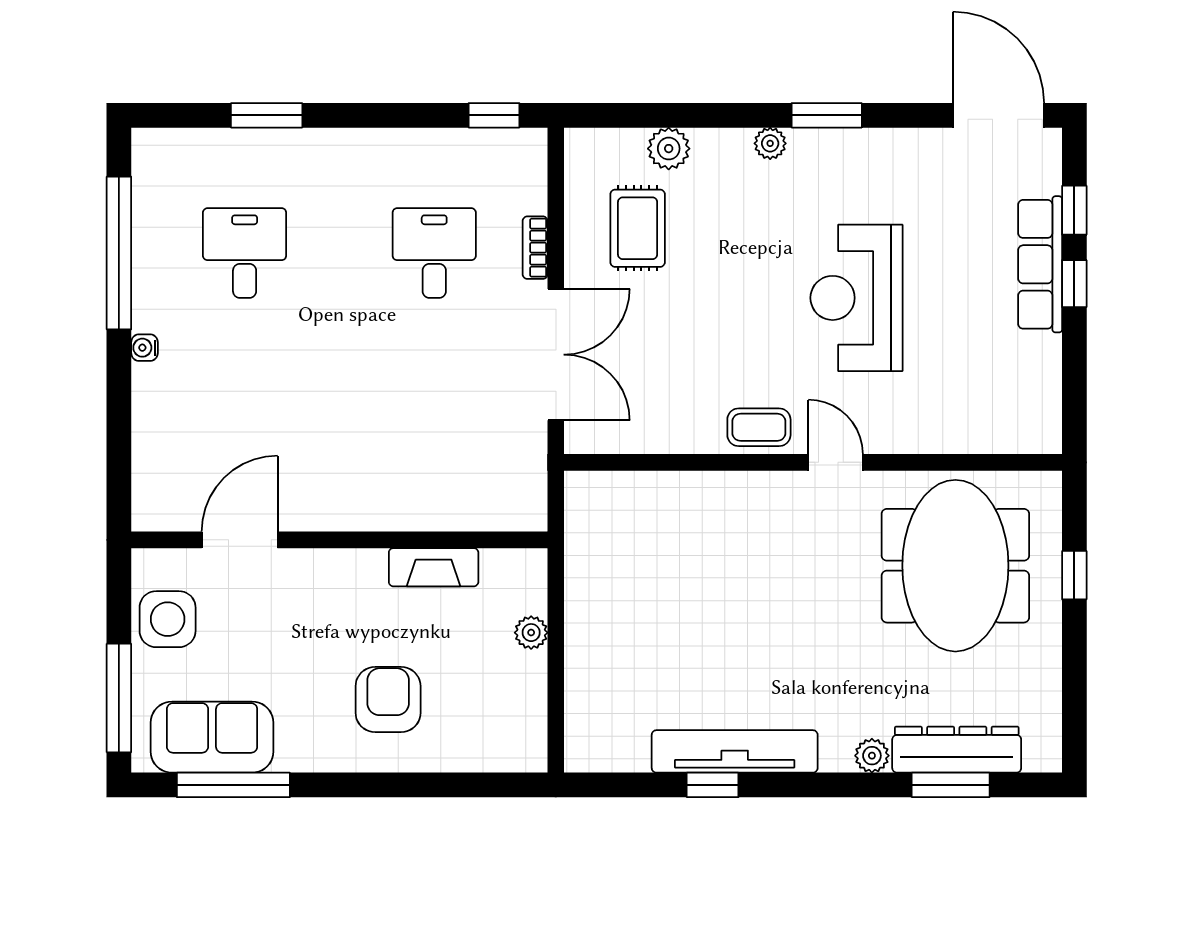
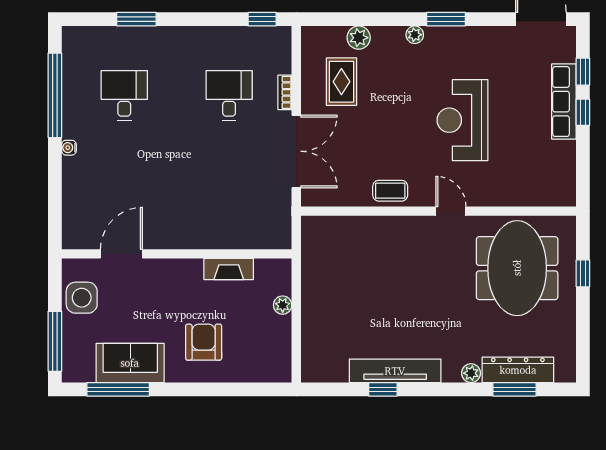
coffee table: (759, 427) -> (390, 191), moved
sofa: (212, 737) -> (130, 363), moved

